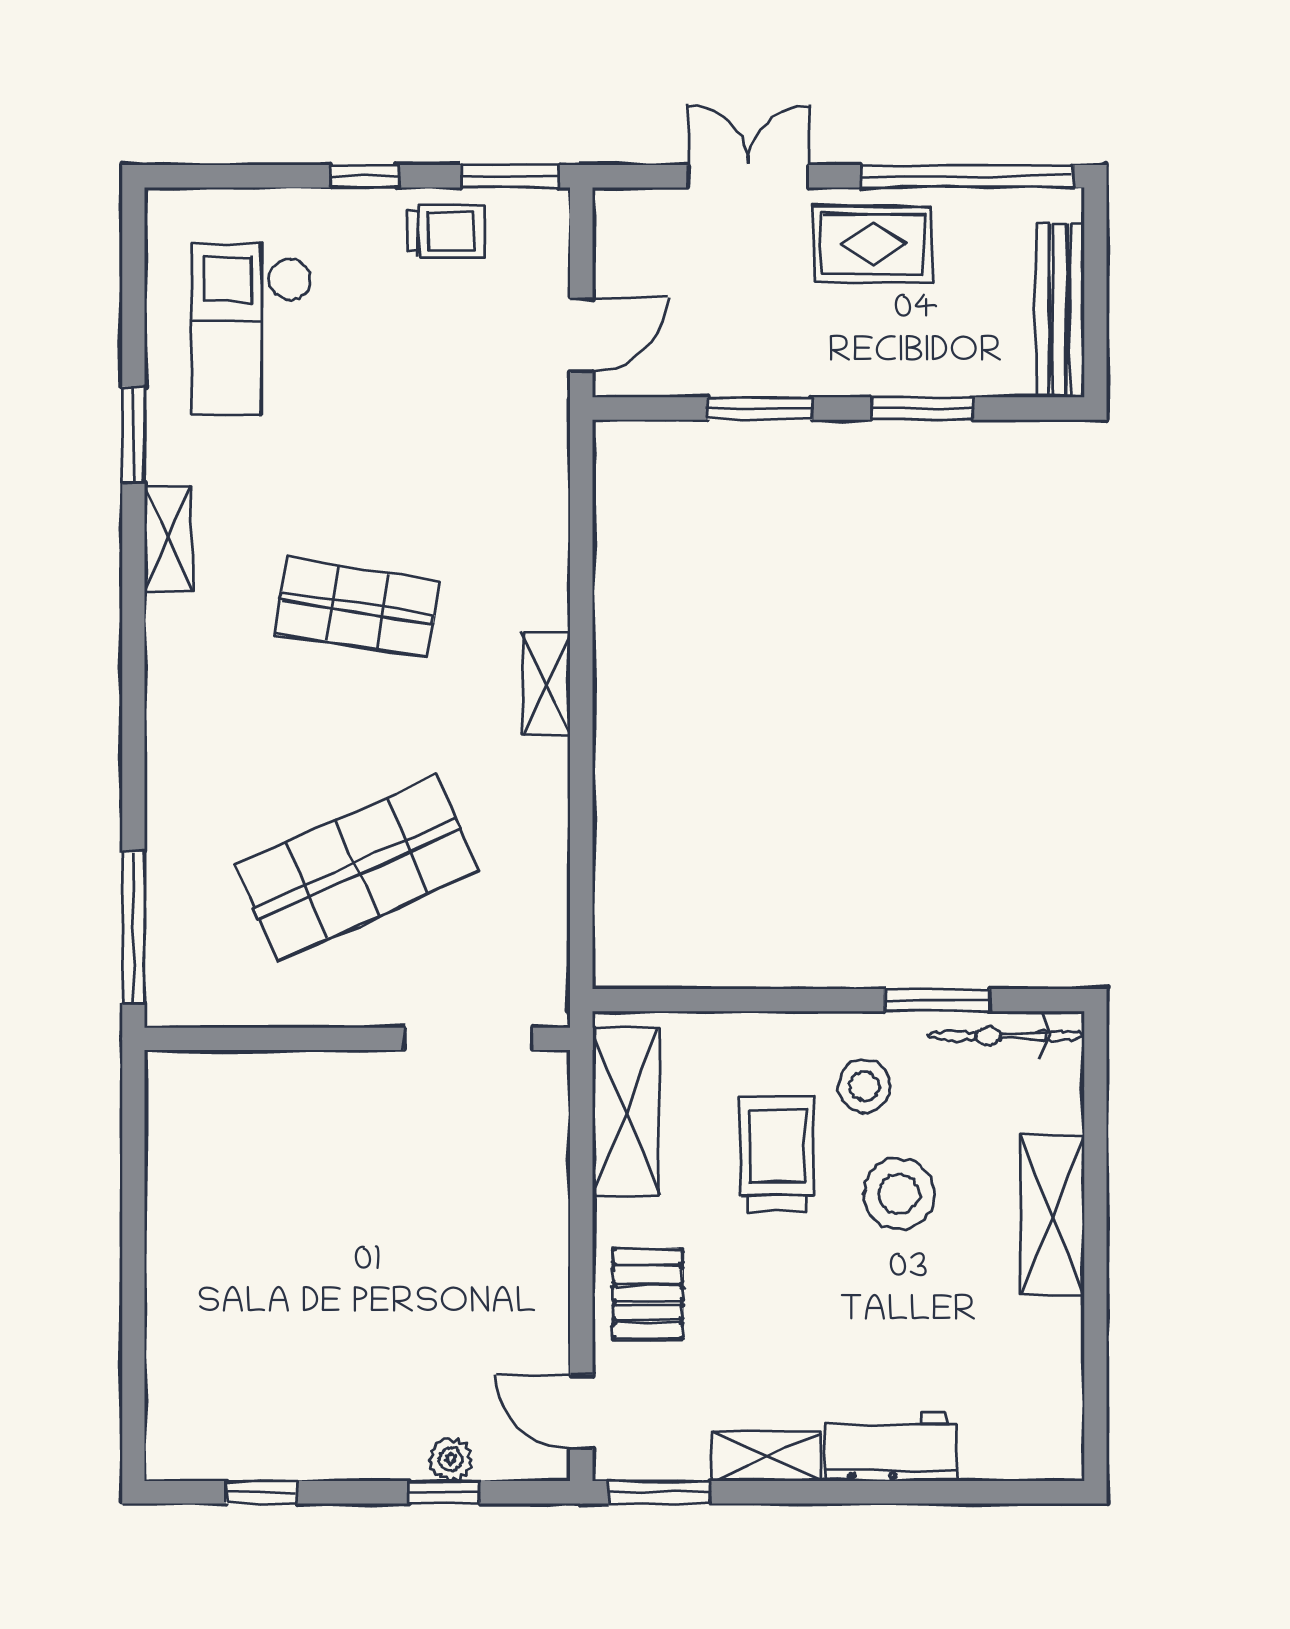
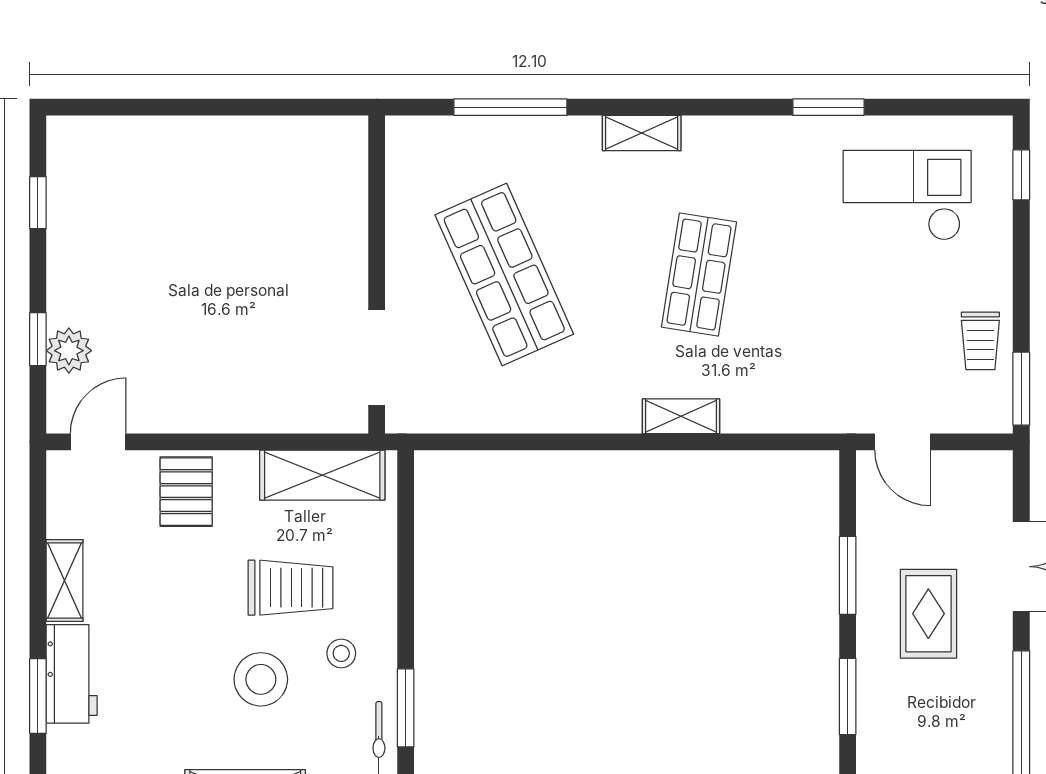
window: (364, 176) -> (1021, 175), moved
rug: (873, 244) -> (928, 614), moved
shelving: (168, 538) -> (642, 133), moved
shelving: (547, 684) -> (681, 416), moved
window: (133, 928) -> (510, 107), moved
stool: (864, 1086) -> (341, 653), width x0.73, depth x0.73
pallet: (648, 1294) -> (186, 492), turned 90
plant: (451, 1459) -> (69, 351), width x1.38, depth x1.38
window: (659, 1492) -> (38, 696), moved

